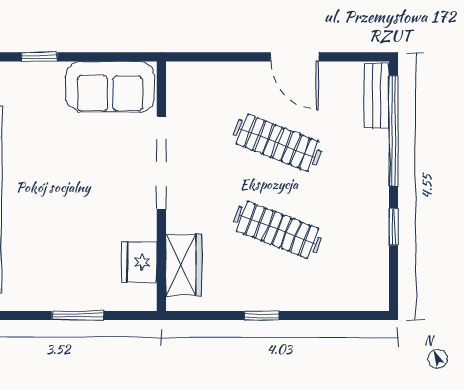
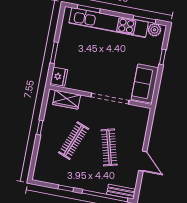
door: (295, 57) -> (143, 161), swing flipped
clothes rail: (277, 143) -> (109, 147), turned -36
fridge: (139, 262) -> (59, 77), moved, turned 90

